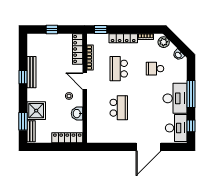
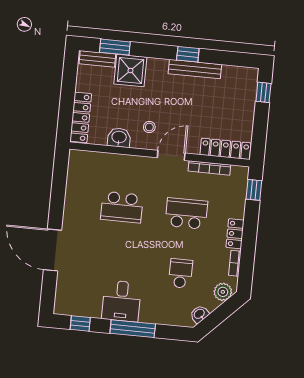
window: (52, 29) -> (263, 92), moved
locker: (123, 38) -> (235, 234), width x0.66
desk: (175, 98) -> (121, 301), width x0.73
desk: (176, 128) -> (79, 299), removed

